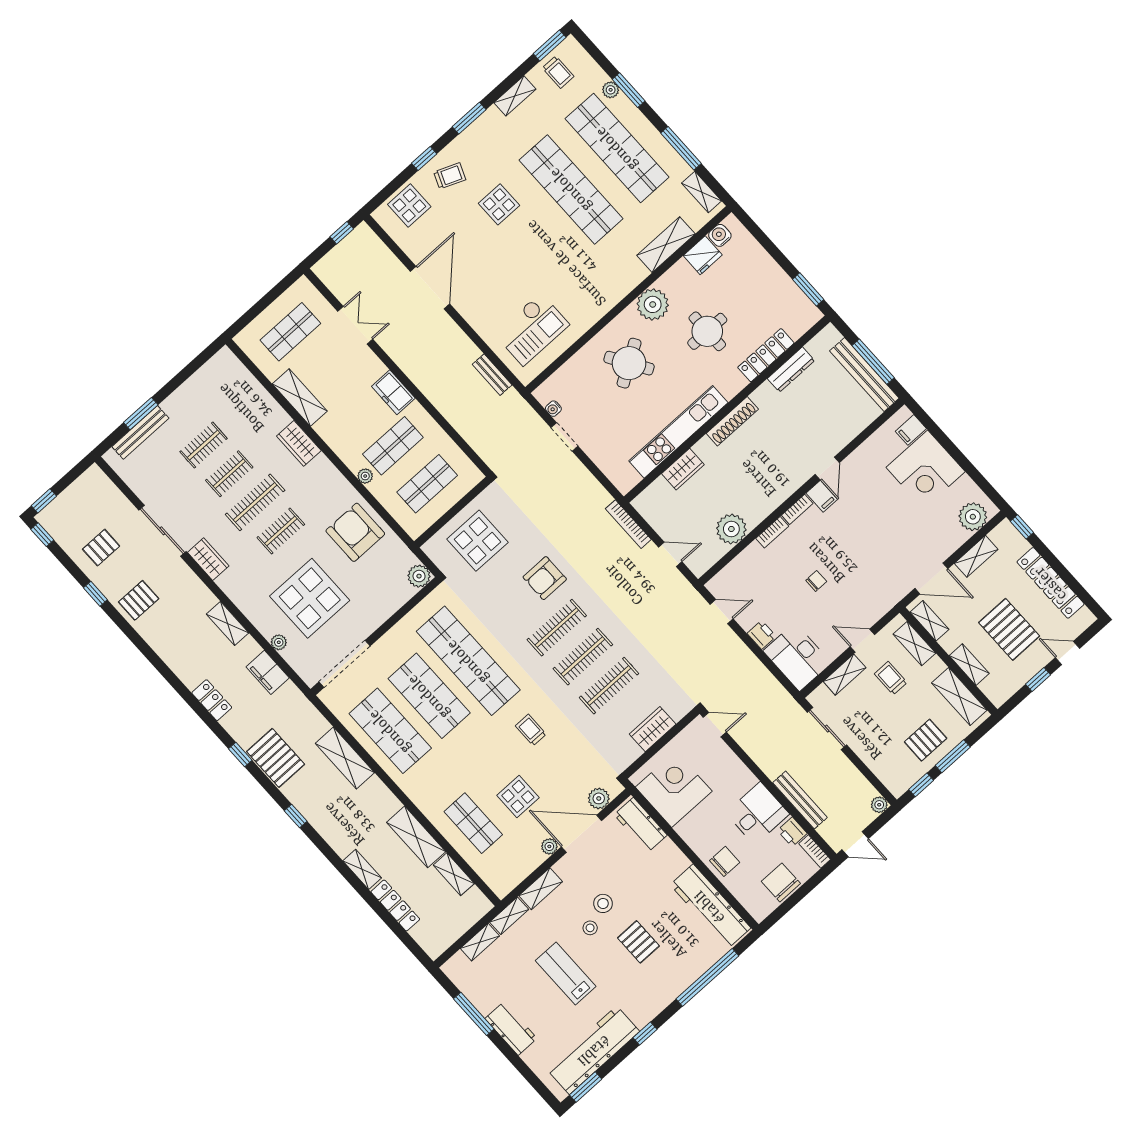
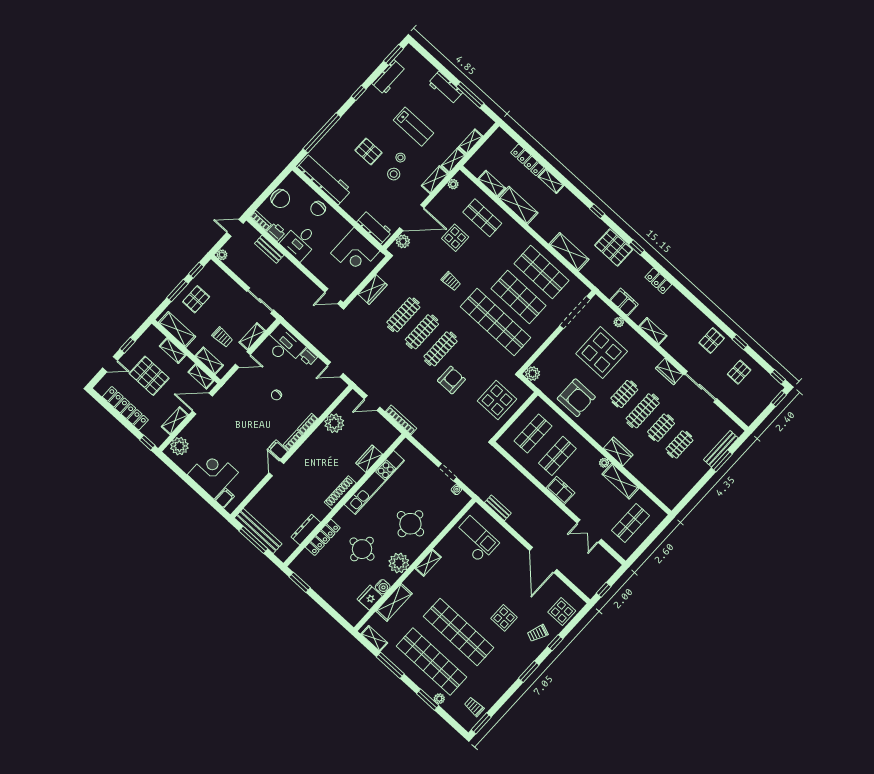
shelving: (515, 96) -> (428, 563), moved
water cooler: (720, 235) -> (383, 587), moved
checkout: (532, 329) -> (475, 540), turned 90
round table: (629, 363) -> (410, 524), turned 32
plant: (365, 476) -> (604, 463), moved
bench: (800, 800) -> (269, 249), width x0.73
plant: (549, 846) -> (453, 184), moved
workbench: (593, 1050) -> (389, 77), width x0.53, depth x0.76

